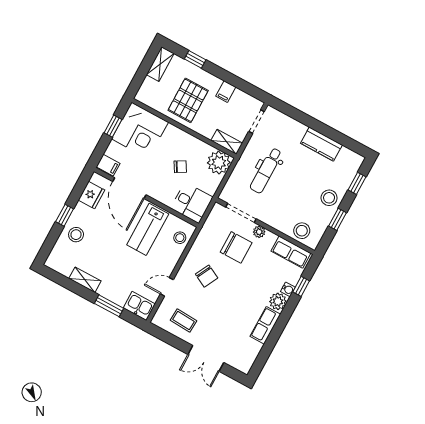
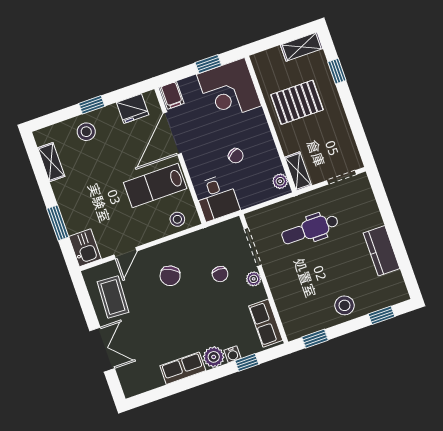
filing cabinet: (226, 92) -> (338, 125), removed
plant: (219, 163) -> (280, 181), width x0.53, depth x0.53
window: (337, 219) -> (315, 339), moved
stool: (302, 231) -> (293, 313), removed
chair: (236, 247) -> (220, 274), width x0.54, depth x0.54
shelving: (85, 280) -> (51, 162), moved
door: (167, 287) -> (125, 253), swing flipped
coffee table: (183, 321) -> (113, 297), width x1.36, depth x1.30
double door: (206, 358) -> (102, 350), swing flipped

